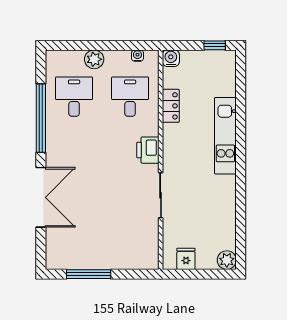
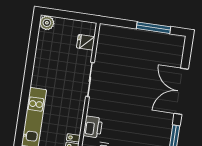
printer: (148, 150) -> (93, 127), moved
fridge: (186, 259) -> (86, 42), moved, turned 90

